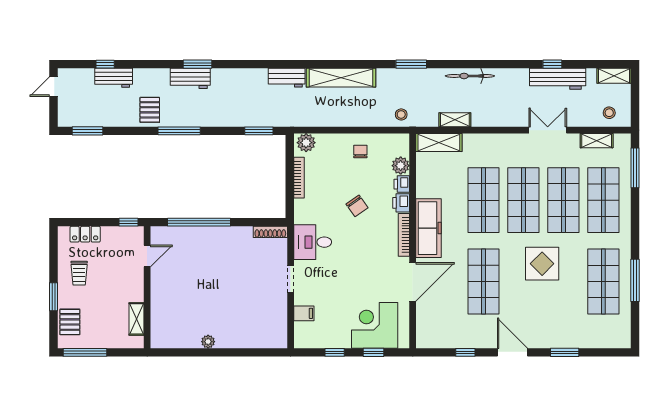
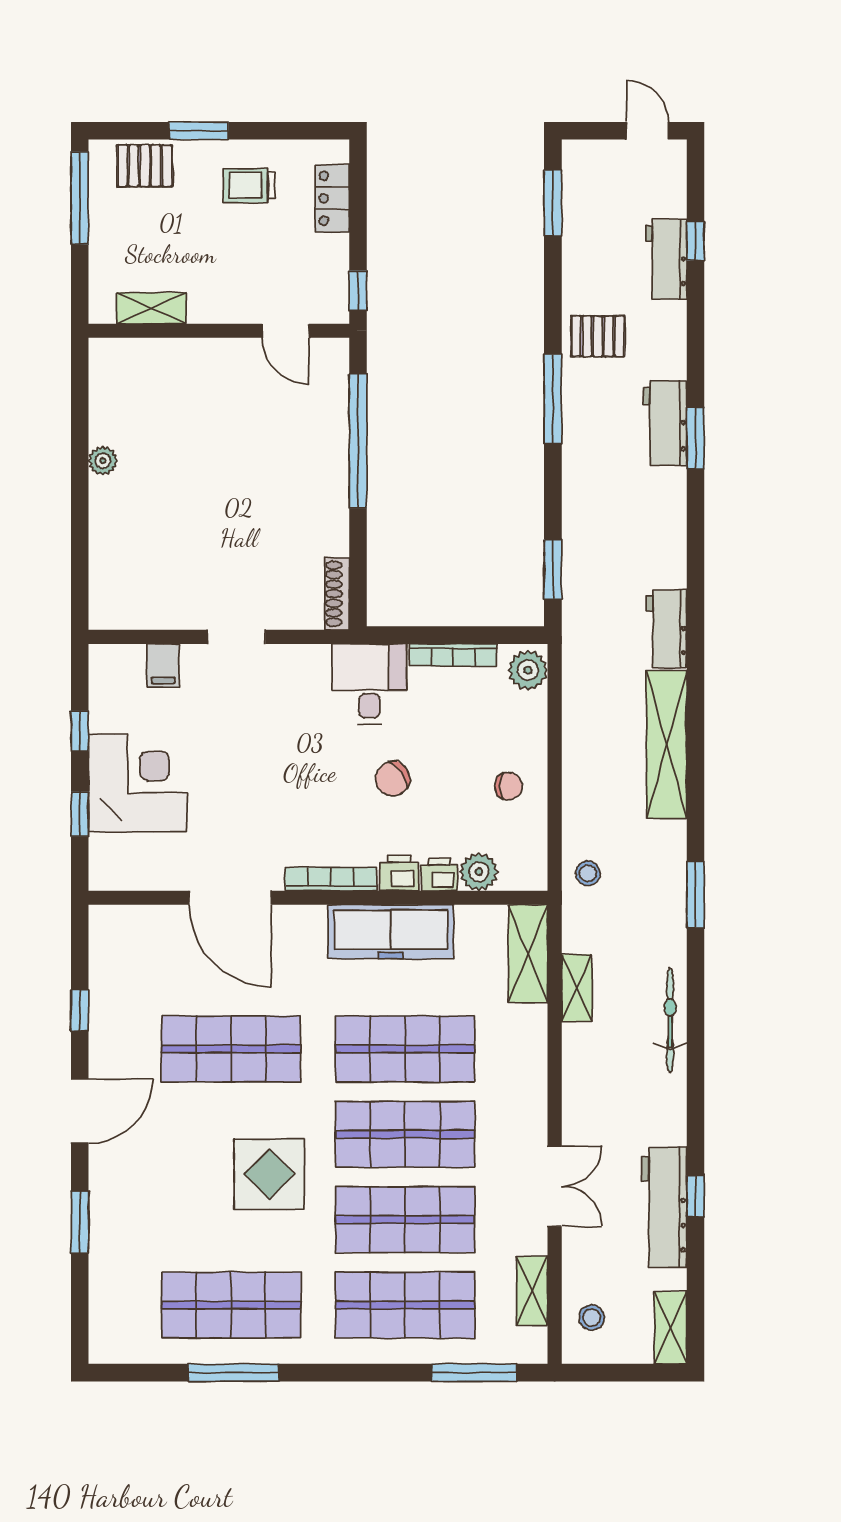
freezer: (429, 228) -> (391, 932), moved
desk: (313, 242) -> (369, 684), moved
corner desk: (375, 325) -> (138, 783), moved

